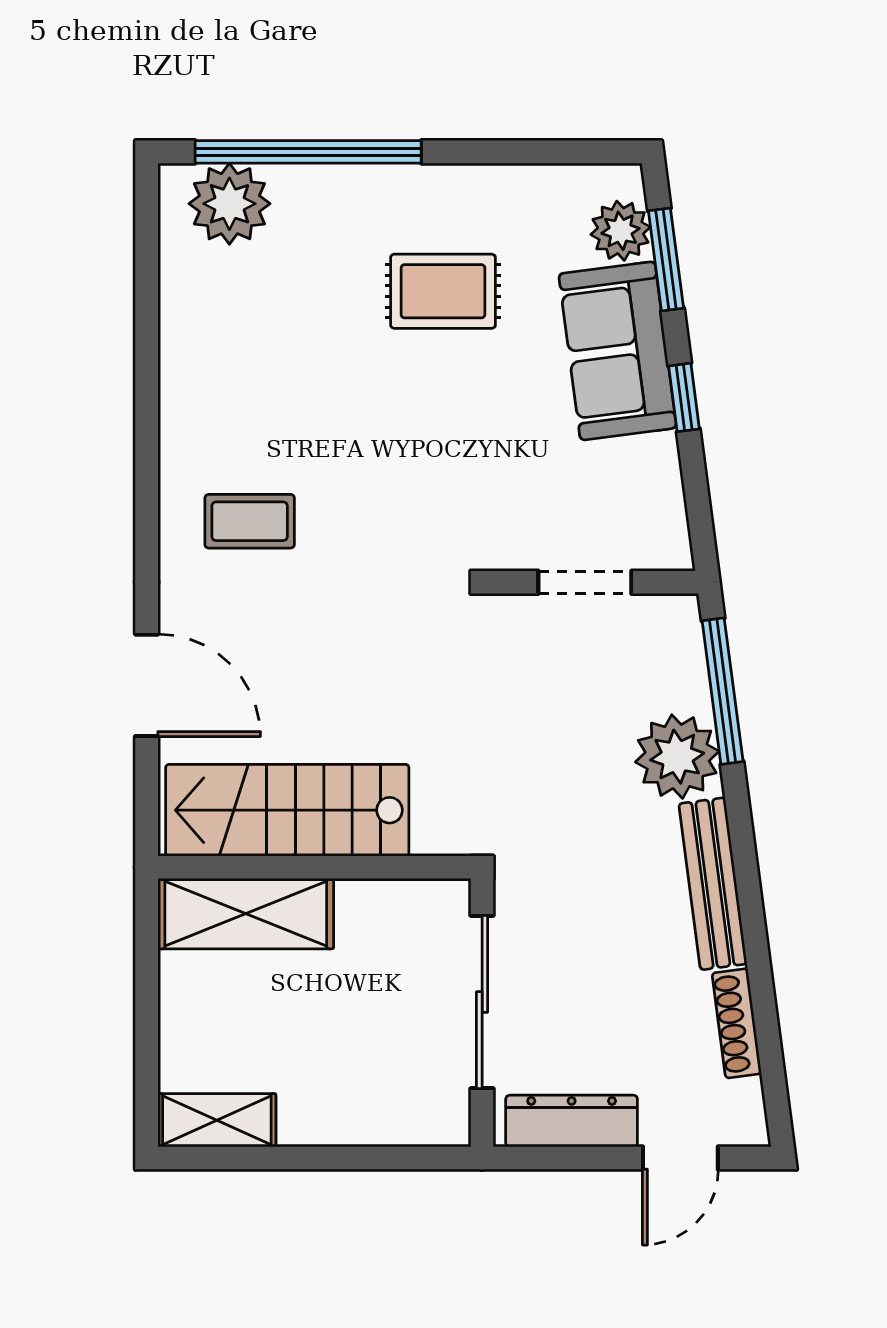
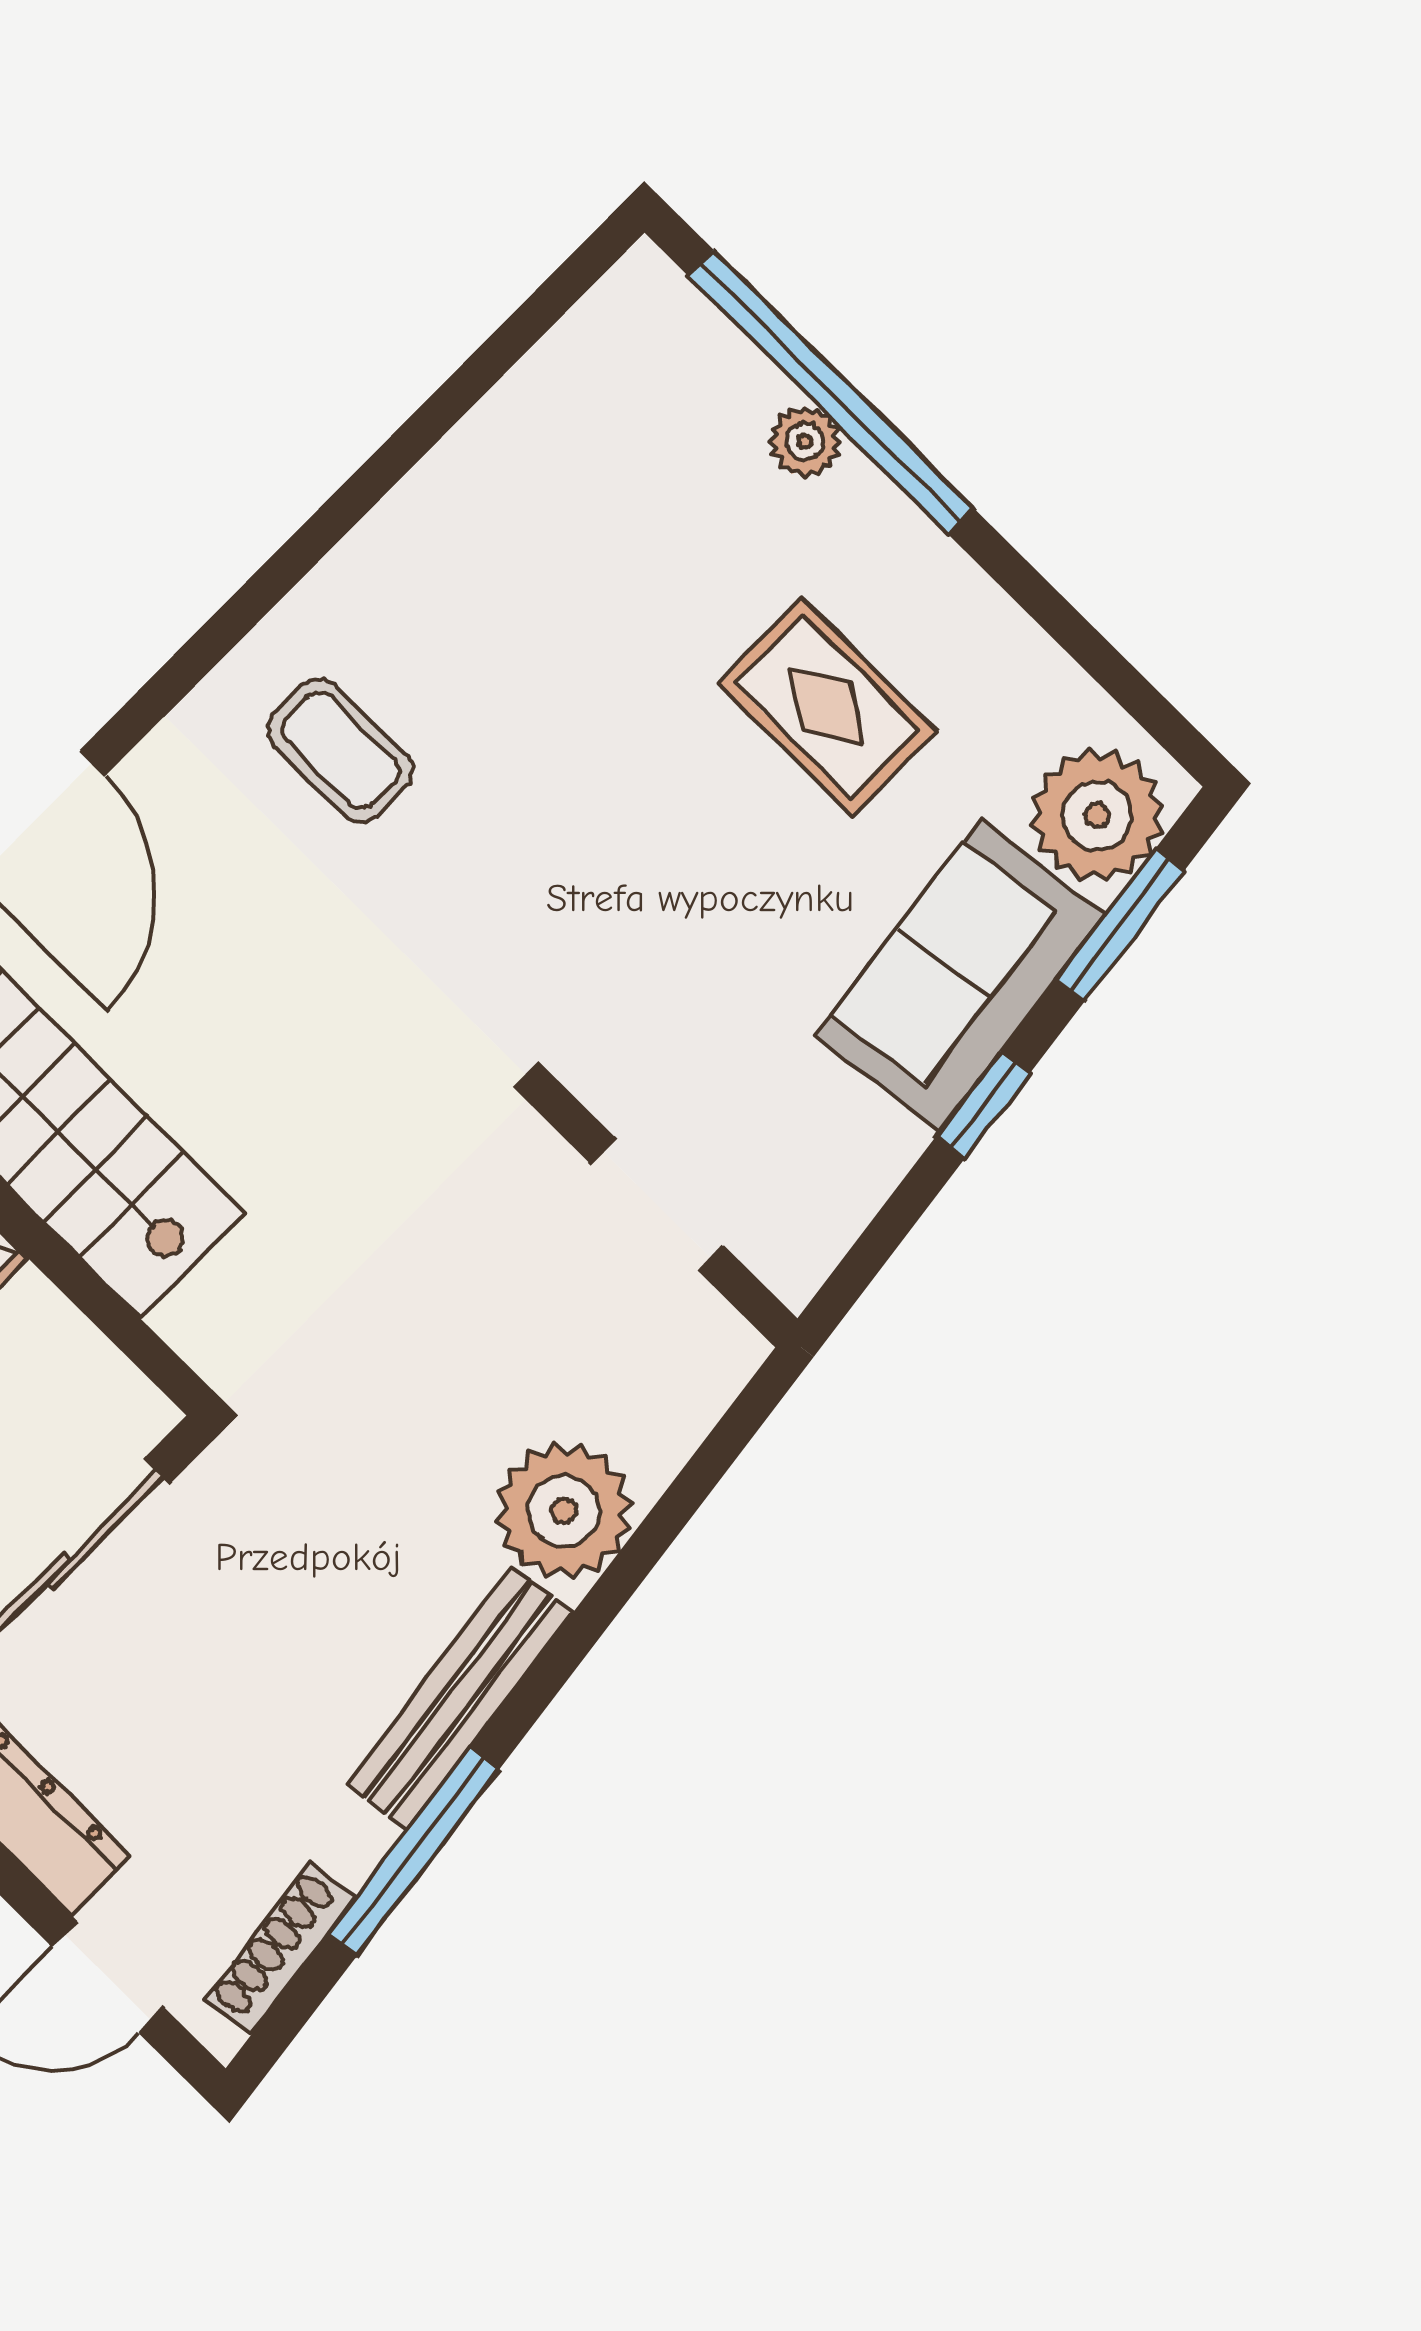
plant: (229, 204) -> (805, 441), moved, width x0.53, depth x0.53
plant: (621, 231) -> (1097, 815), width x1.36, depth x1.36
window: (723, 691) -> (414, 1851), moved
shoe rack: (737, 1023) -> (280, 1949), moved

